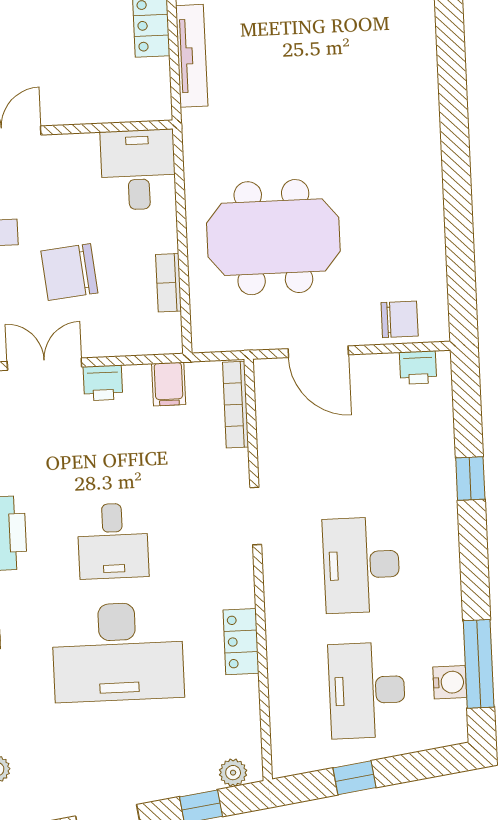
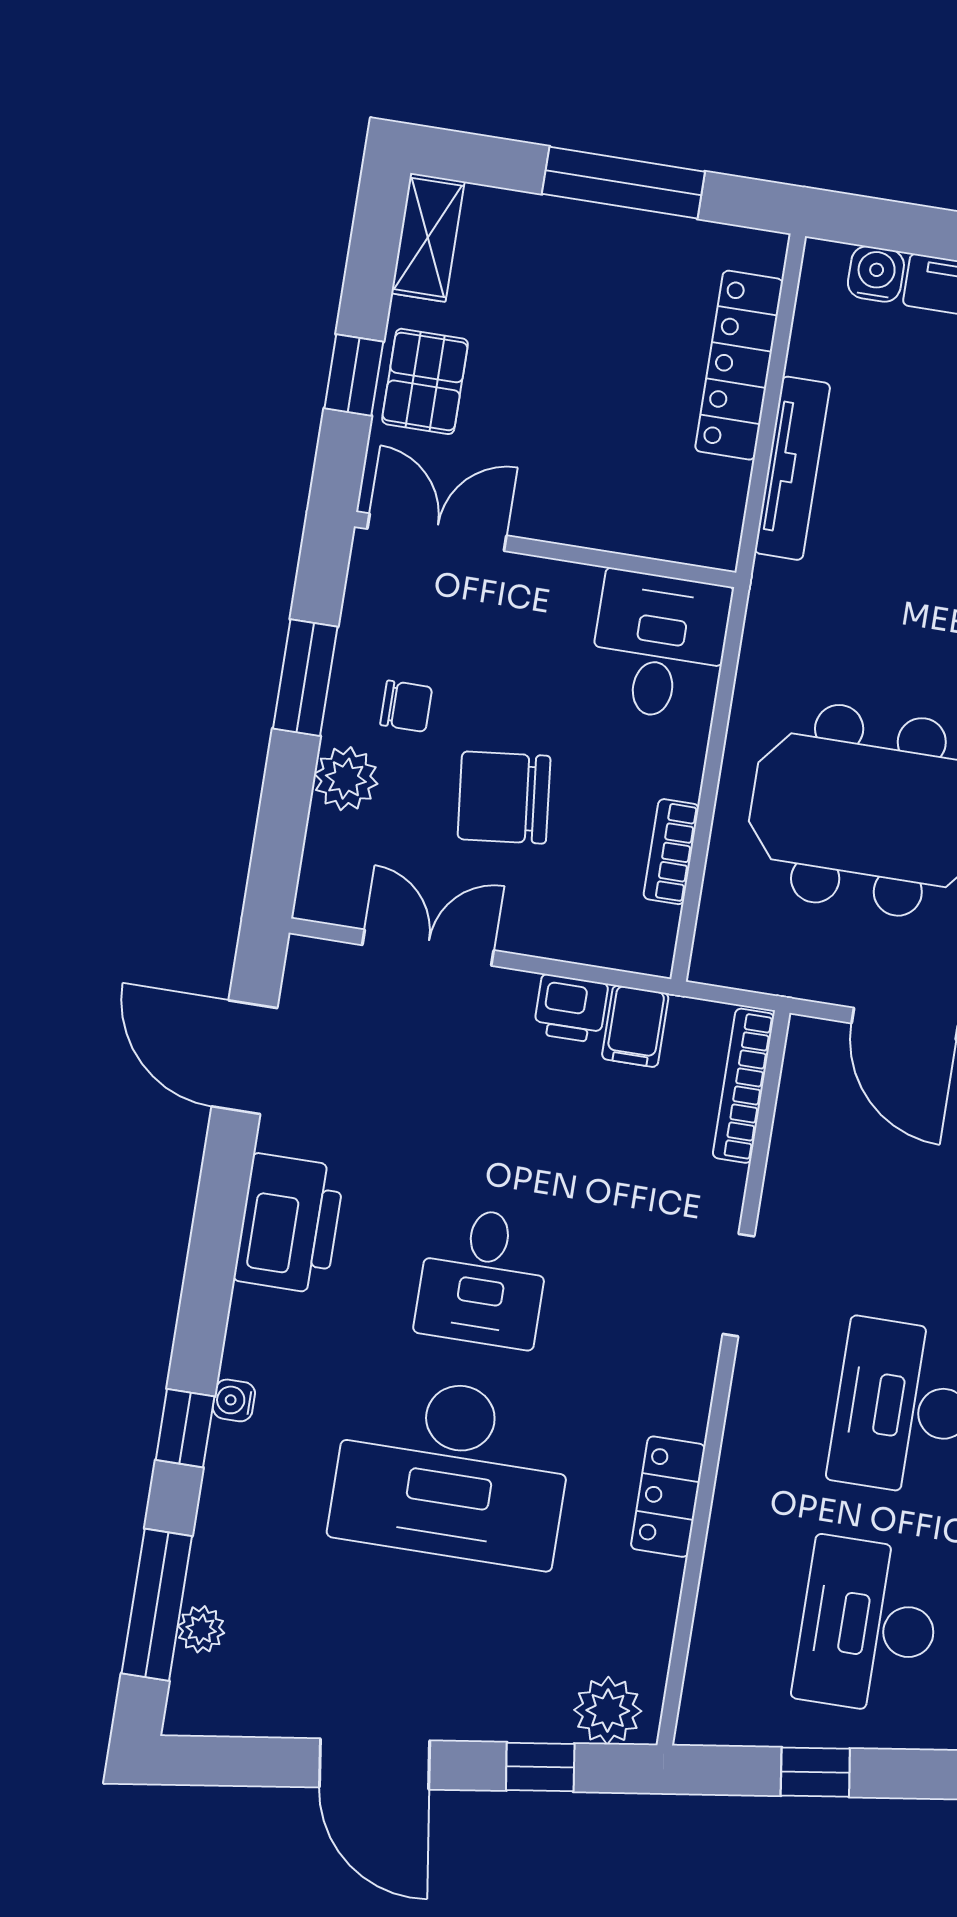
printer: (103, 383) -> (571, 1009), moved
plant: (233, 773) -> (608, 1711), width x1.38, depth x1.38

